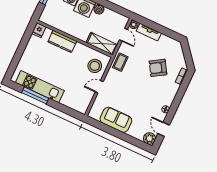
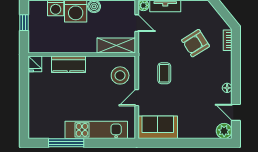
coffee table: (120, 62) -> (164, 73), moved
kitchen unit: (40, 87) -> (96, 130), moved
sofa: (116, 120) -> (158, 127), moved

